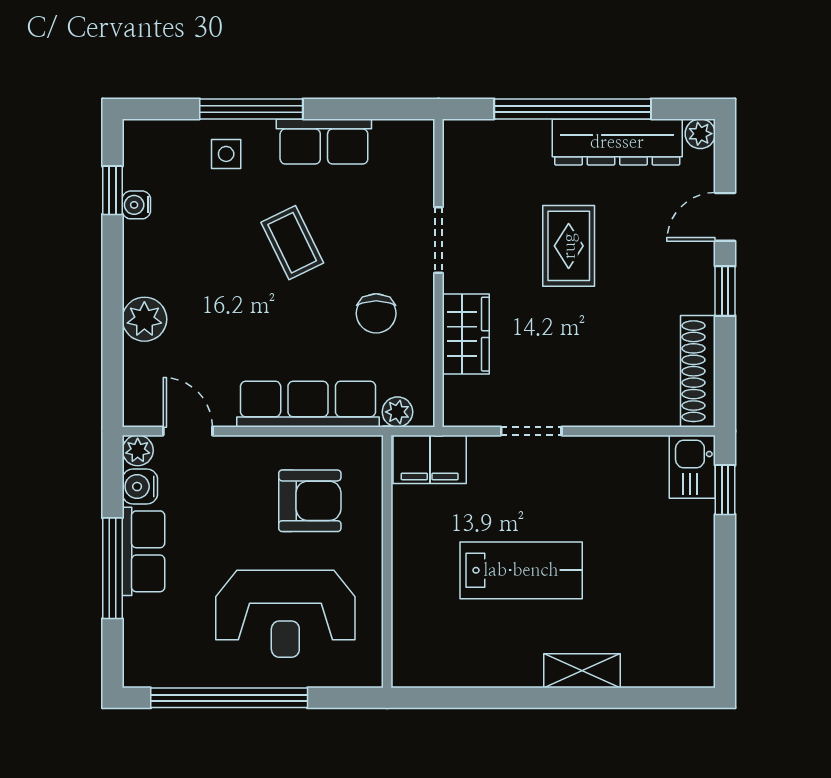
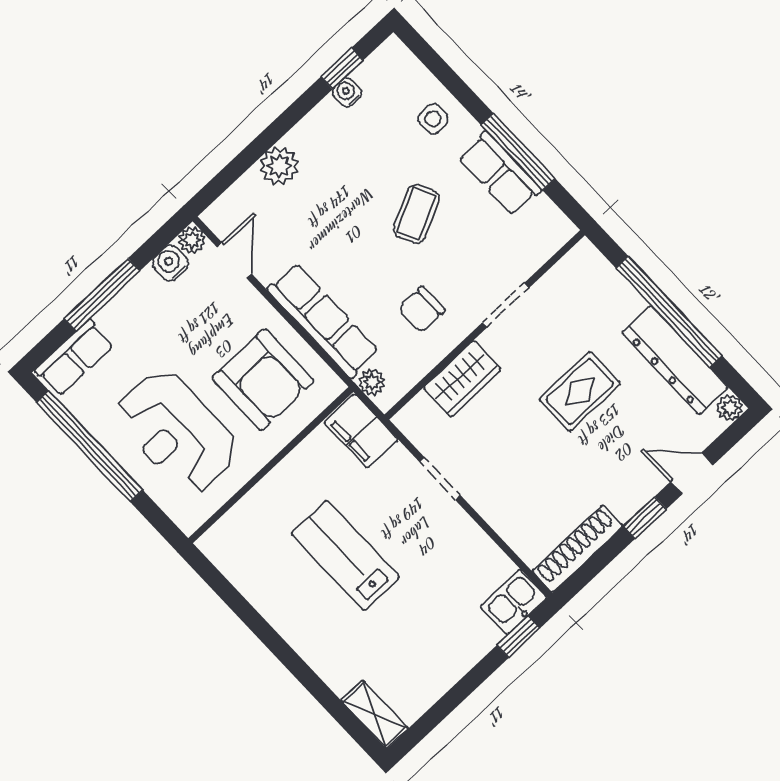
window: (251, 109) -> (518, 152), moved
armchair: (310, 501) -> (263, 380), width x1.36, depth x1.36
row of seats: (143, 551) -> (74, 358), moved
lab bench: (521, 570) -> (345, 555), turned 180
shelving: (582, 671) -> (375, 715), moved

